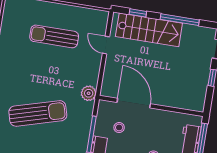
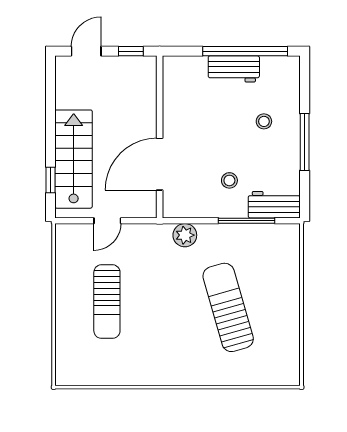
window: (180, 20) -> (51, 115), removed
door: (134, 103) -> (160, 164), moved
wall: (151, 106) -> (160, 137), moved

